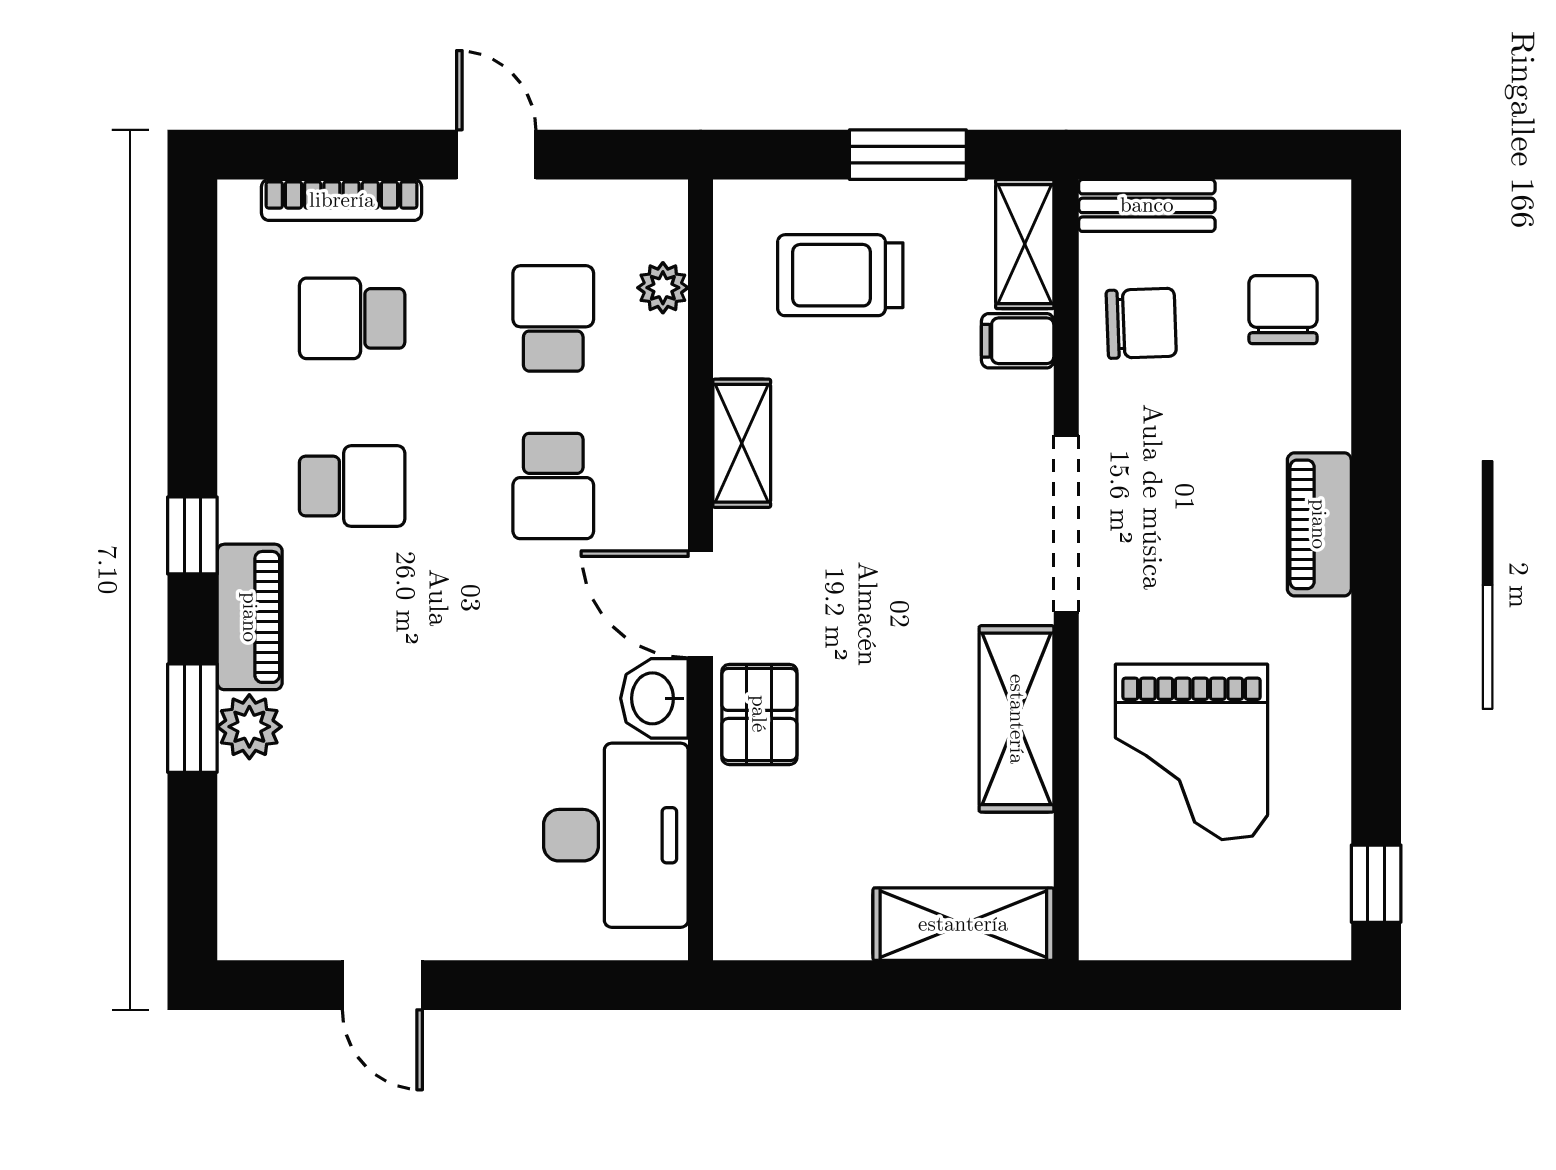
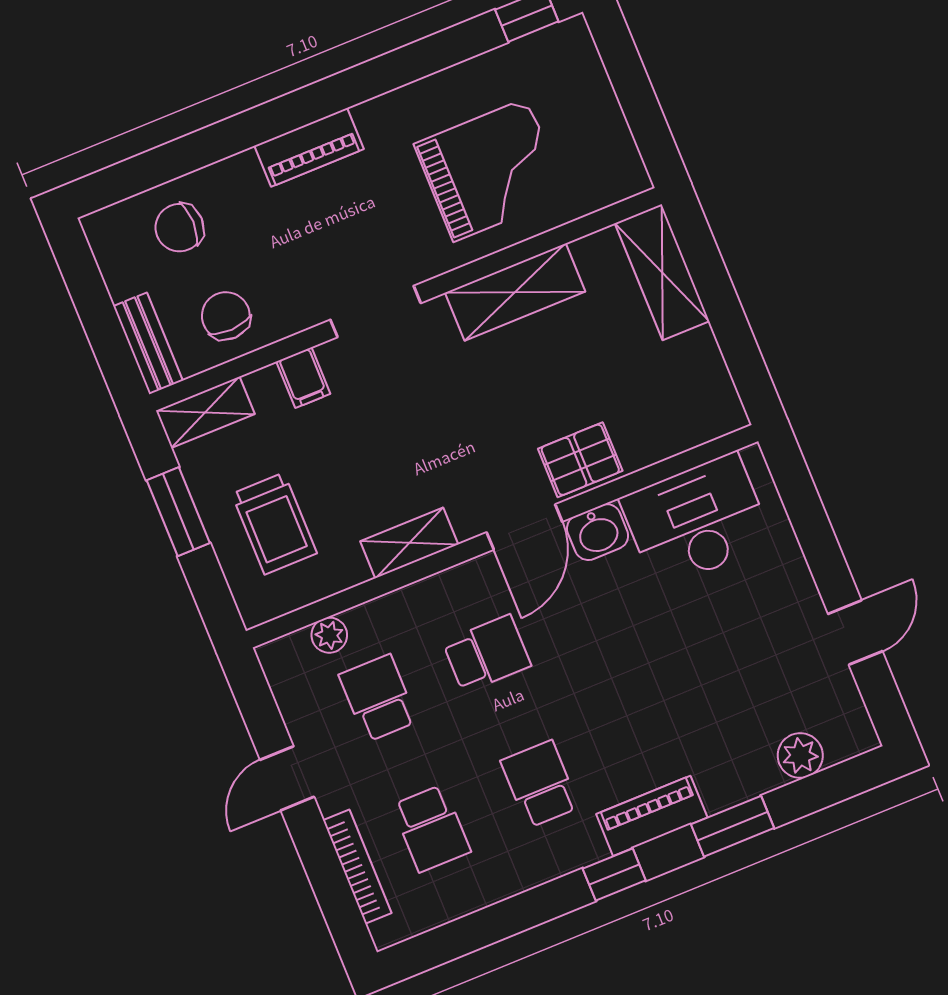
school desk: (553, 318) -> (378, 698), turned 90
filing cabinet: (1018, 341) -> (303, 378), moved
doorway: (1066, 524) -> (376, 311), width x0.73
plant: (249, 727) -> (800, 756), moved

